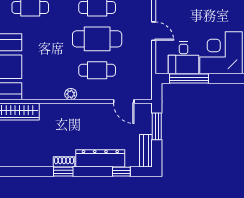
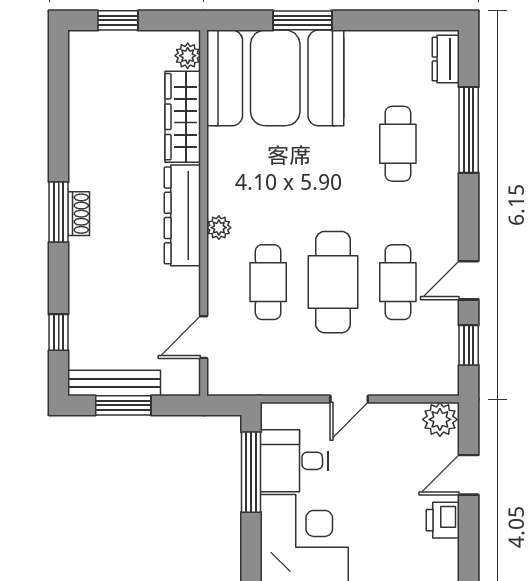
window: (157, 126) -> (123, 405), moved
bench: (146, 151) -> (114, 383), width x1.36
dresser: (100, 158) -> (182, 215), moved, turned 180
window: (63, 172) -> (59, 212), width x1.50

